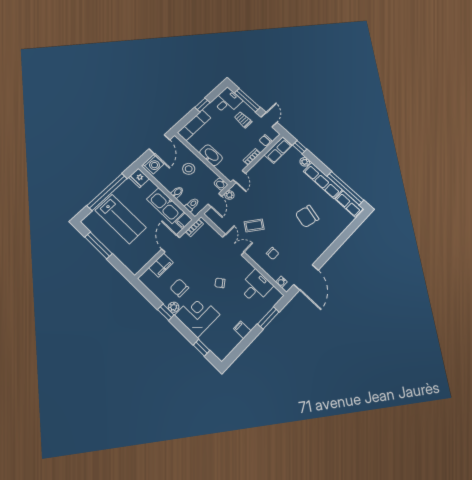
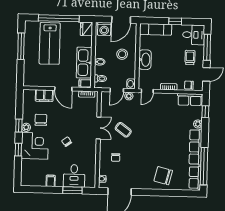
chair: (307, 216) -> (163, 176), moved
door: (171, 243) -> (63, 89), swing flipped
desk: (256, 287) -> (74, 176), moved, turned 90
window: (202, 348) -> (18, 150), moved

